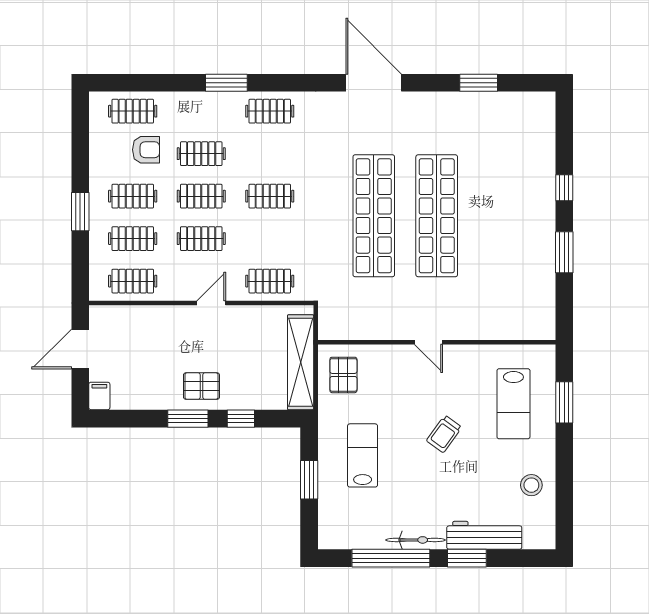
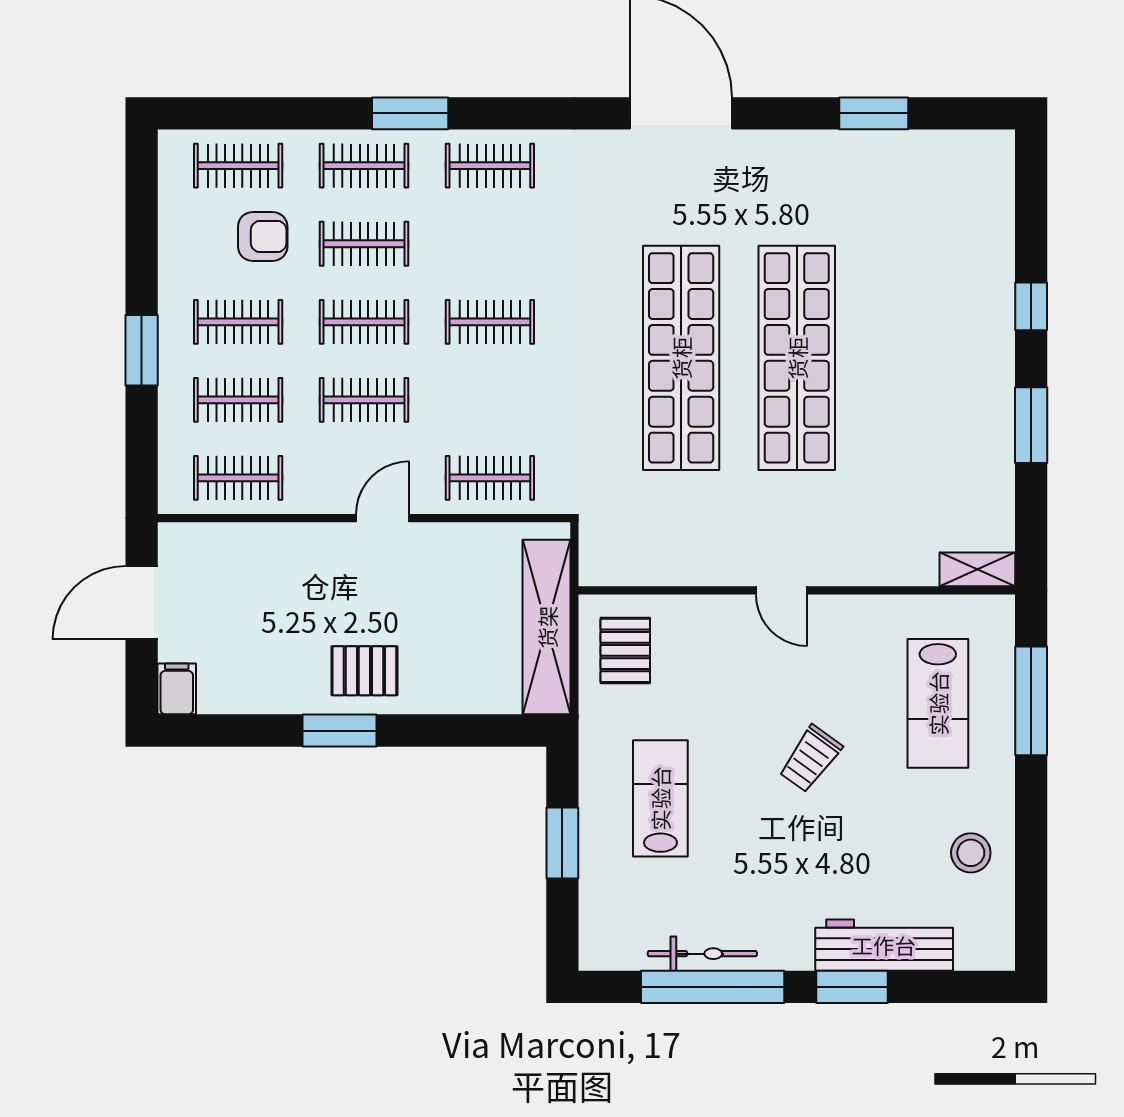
clothes rail: (201, 111) -> (364, 166), added
shelving: (535, 331) -> (977, 569), added
window: (564, 402) -> (1031, 701), width x1.44
window: (241, 419) -> (437, 731), removed
bicycle: (416, 540) -> (702, 954), moved

